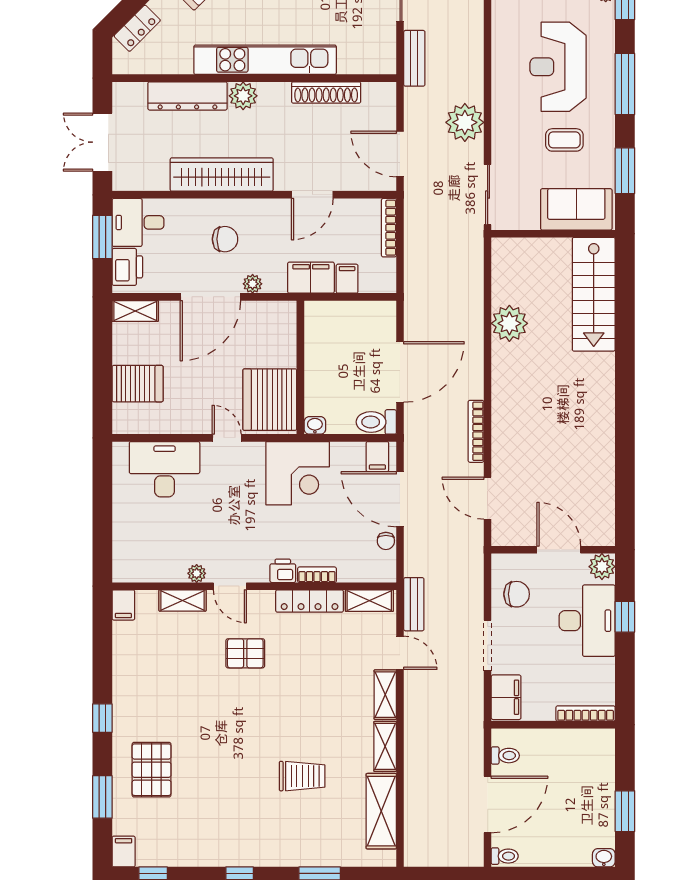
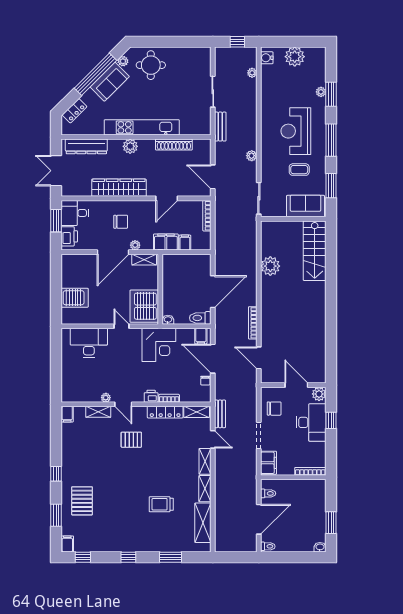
dresser: (187, 96) -> (86, 146), moved
plant: (465, 122) -> (252, 156), width x0.53, depth x0.53
shelving: (135, 311) -> (144, 260), moved
trolley: (302, 776) -> (161, 504), turned 180

